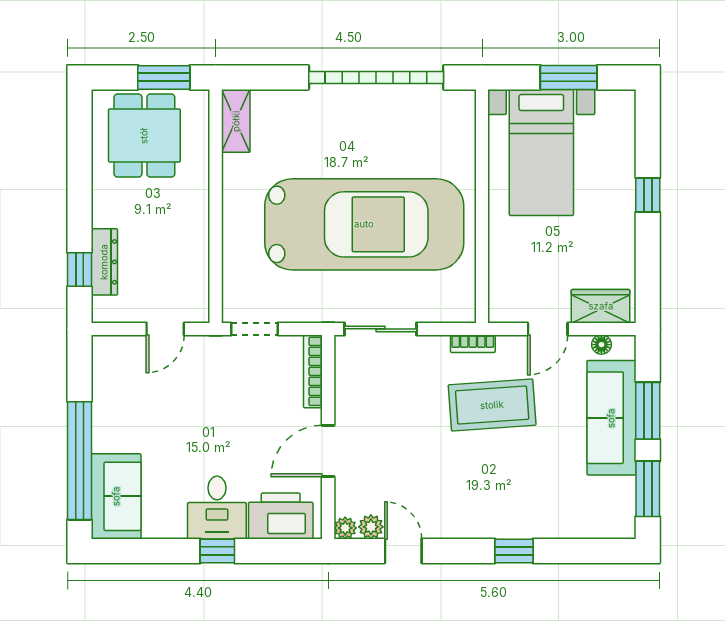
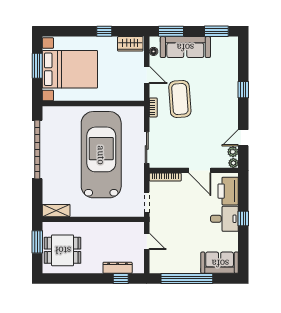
bed with nightstands: (541, 152) -> (70, 69), width x1.36
window: (648, 195) -> (104, 31), moved
wardrobe: (601, 306) -> (130, 44), moved, turned -90
window: (648, 411) -> (171, 31), moved
window: (80, 461) -> (187, 279), moved

